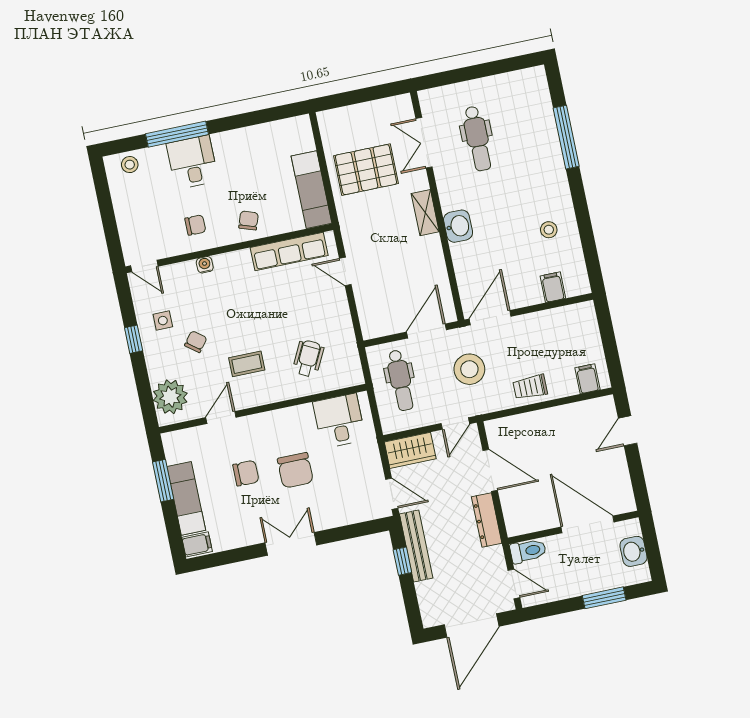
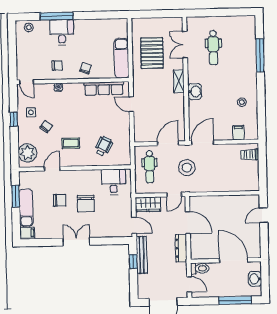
pallet: (366, 170) -> (152, 53), turned 90
filing cabinet: (587, 379) -> (248, 184), removed
trolley: (530, 387) -> (249, 155), moved
window: (604, 598) -> (235, 300), width x1.44

